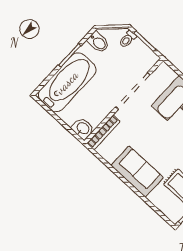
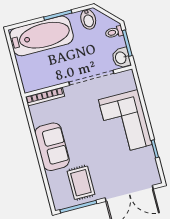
washbasin: (83, 129) -> (121, 58), moved, turned 180

